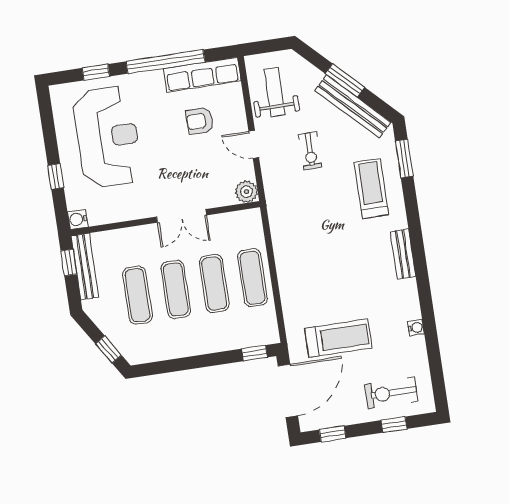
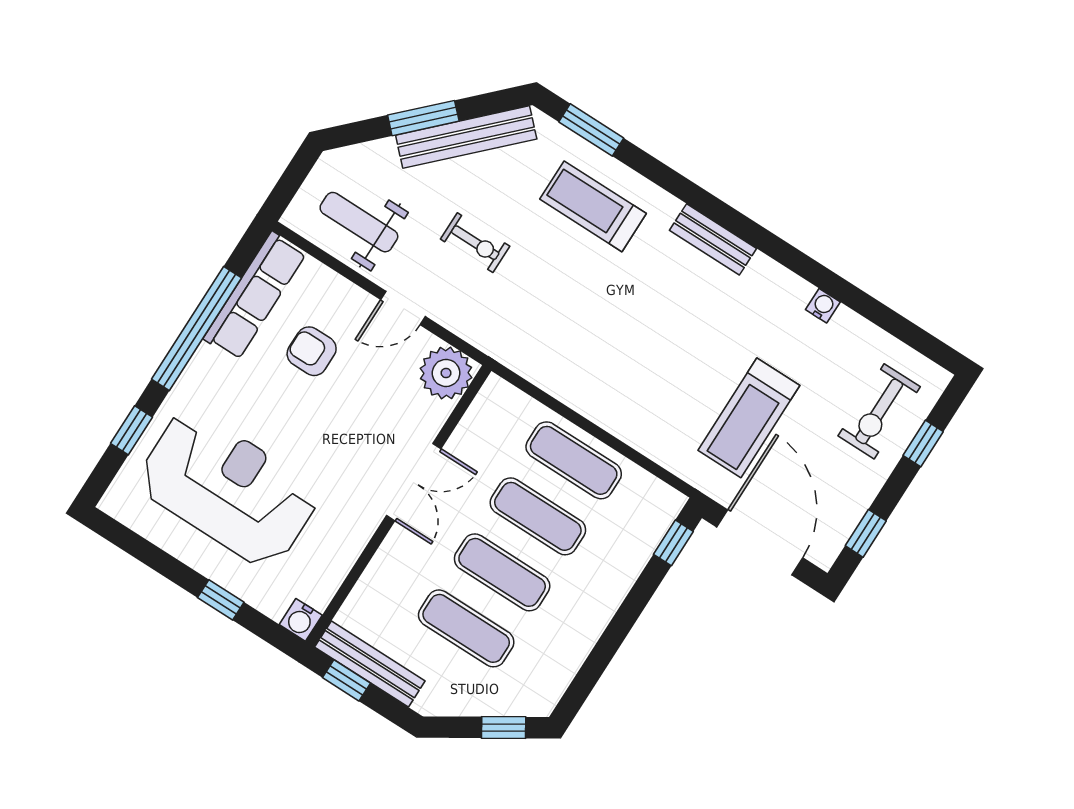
armchair: (200, 121) -> (312, 351), turned 90
plant: (246, 192) -> (446, 373), width x1.36, depth x1.36
treadmill: (338, 338) -> (749, 418), turned 180

